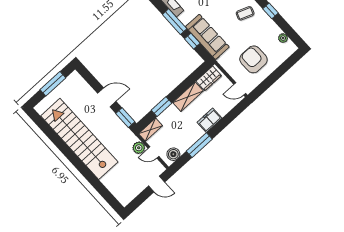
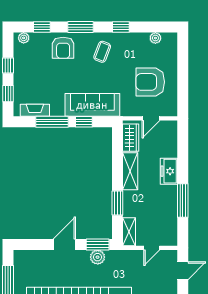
door: (240, 89) -> (151, 118), moved
plant: (139, 148) -> (98, 257), moved
boiler: (173, 154) -> (170, 231), removed

